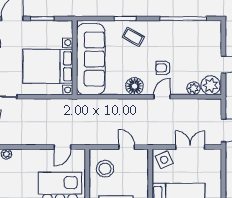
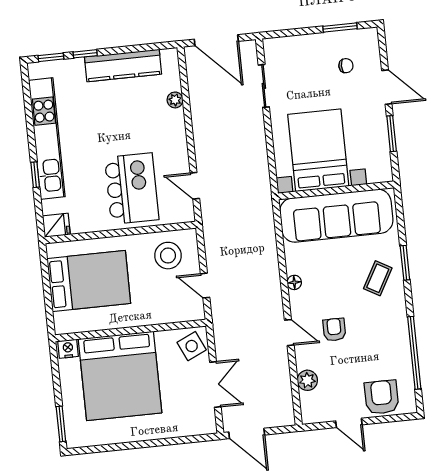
armchair: (209, 42) -> (382, 397), added
plant: (211, 85) -> (315, 406), removed
floor lamp: (134, 86) -> (294, 282), width x0.53, depth x0.53
door: (127, 147) -> (205, 286), swing flipped

